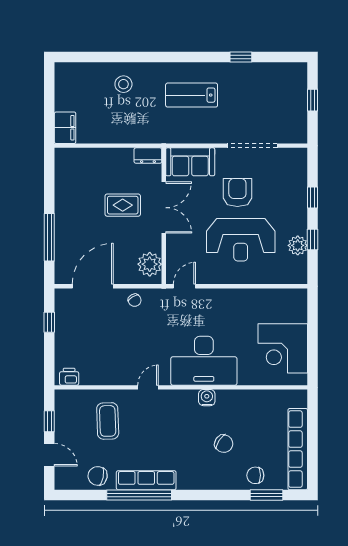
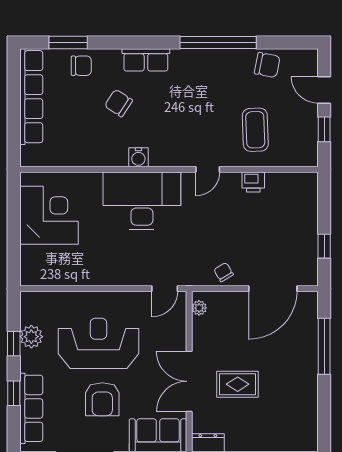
row of seats: (298, 185) -> (31, 408), added
plant: (150, 264) -> (199, 308), width x0.53, depth x0.53
printer: (69, 377) -> (253, 182), moved
row of seats: (146, 480) -> (146, 60), moved, width x0.68

